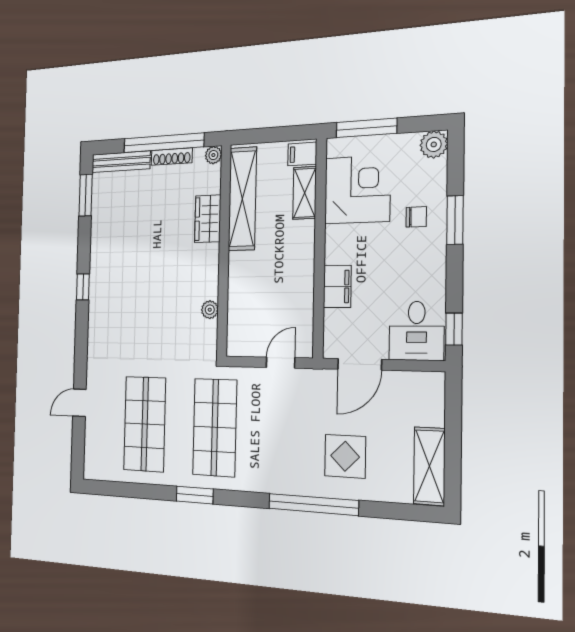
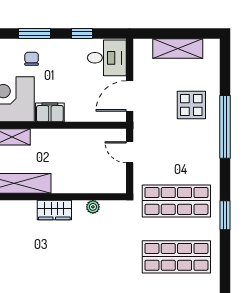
wardrobe: (208, 219) -> (54, 210), moved
filing cabinet: (337, 287) -> (50, 112), moved
window: (454, 329) -> (82, 33), moved
door: (360, 364) -> (130, 96), swing flipped
shelving: (429, 466) -> (178, 48), moved

